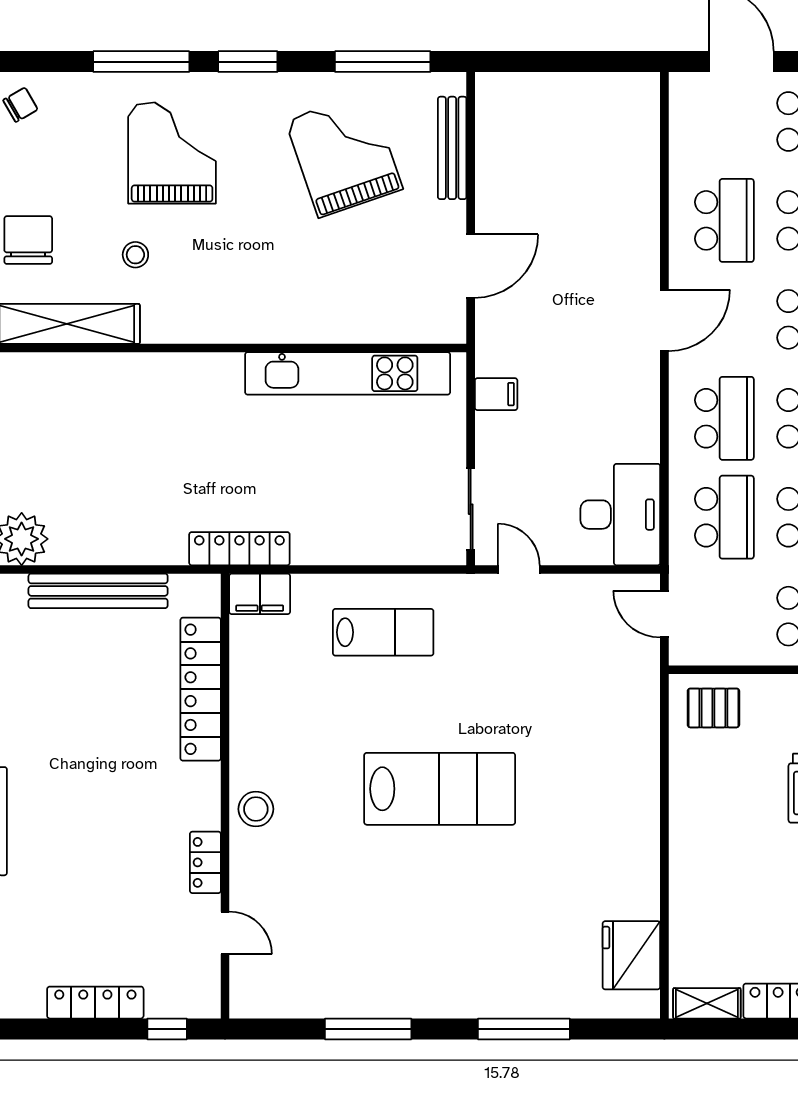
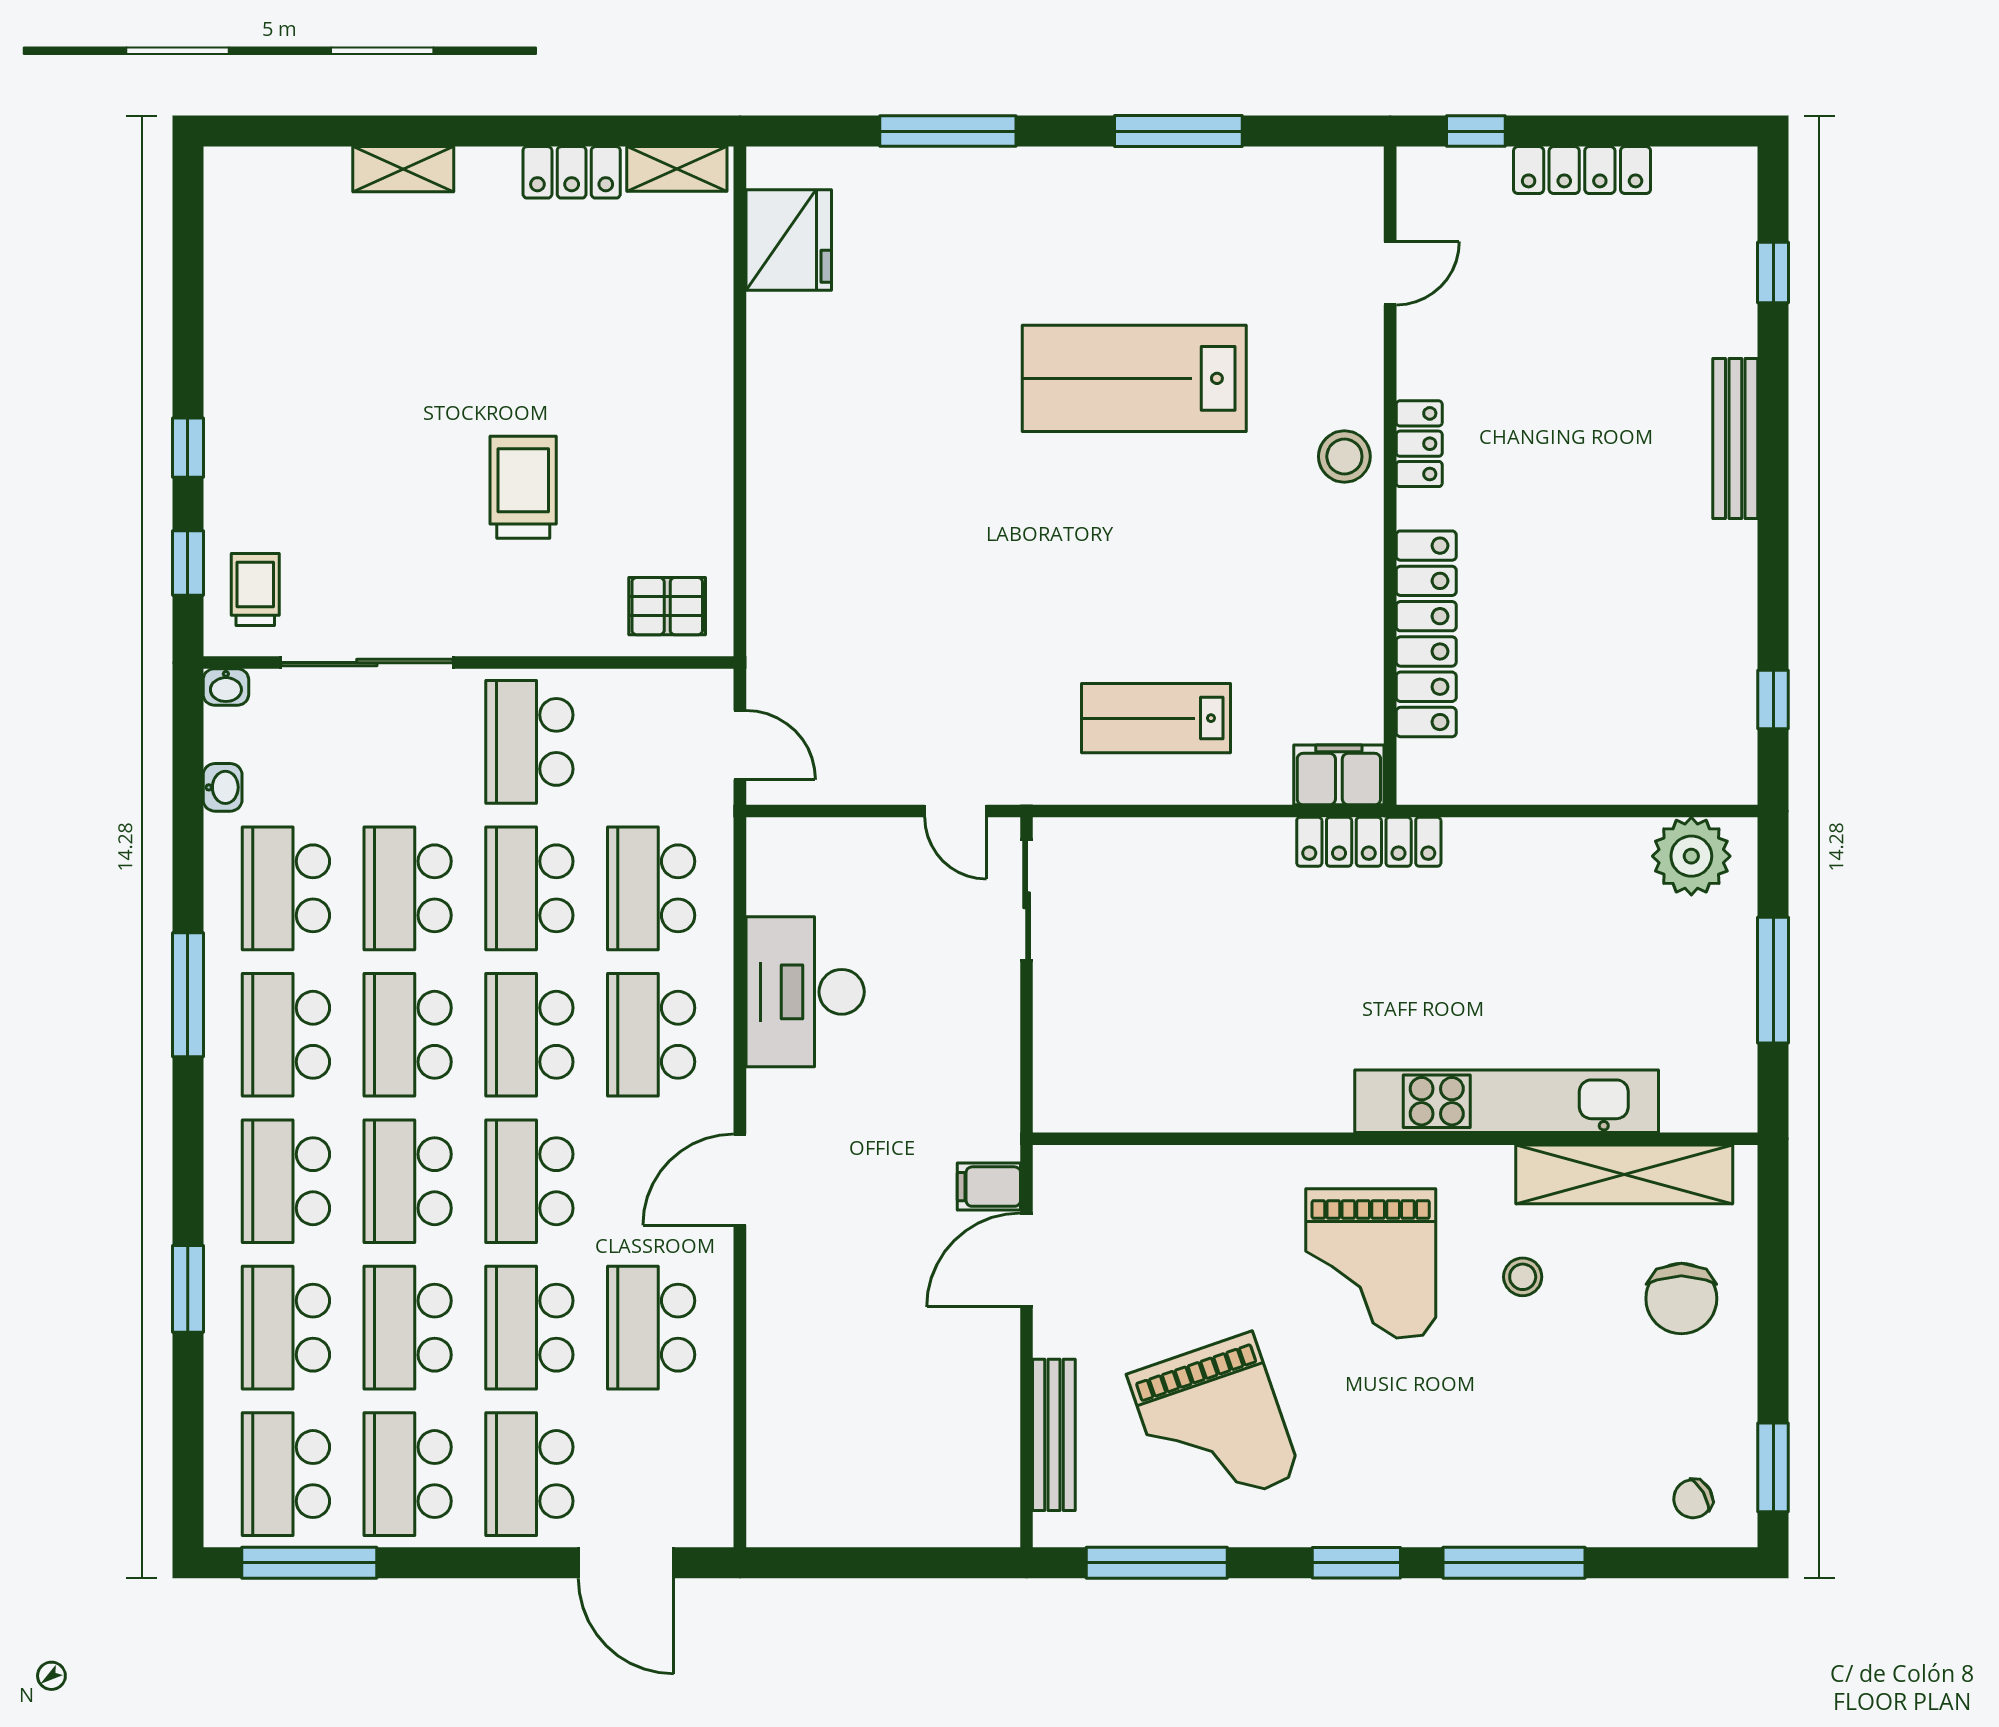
grand piano: (172, 153) -> (1371, 1263), moved
kitchen unit: (348, 373) -> (1507, 1101), moved
filing cabinet: (496, 394) -> (989, 1187), moved
desk: (620, 515) -> (805, 992), moved
bench: (98, 591) -> (1578, 779), removed
lab bench: (440, 789) -> (1134, 378), moved
locker: (205, 862) -> (1419, 444), moved
door: (225, 933) -> (1390, 273), swing flipped

